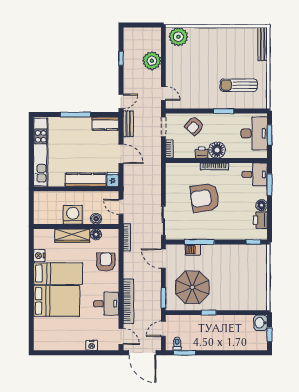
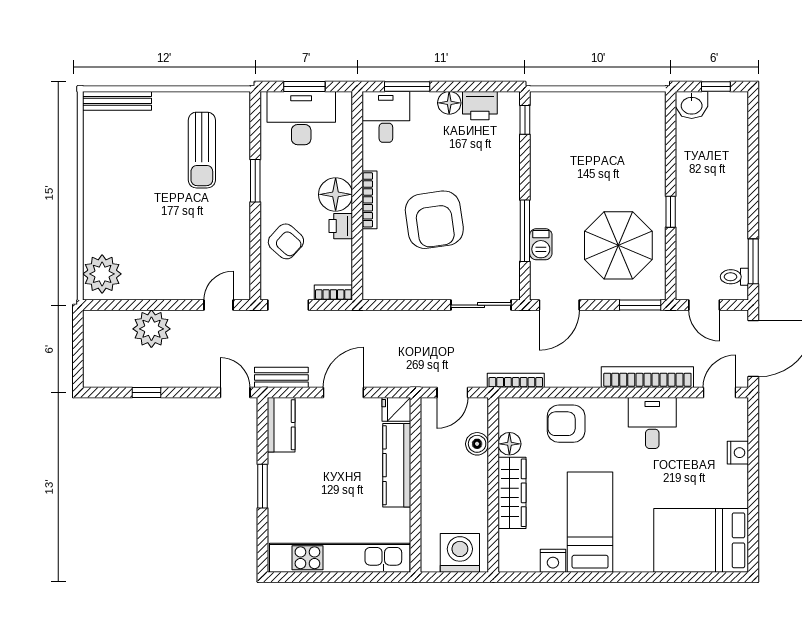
window: (75, 115) -> (263, 486), width x0.69
washing machine: (73, 215) -> (460, 553), moved, turned 90
bed: (57, 301) -> (701, 540), moved, turned -90

